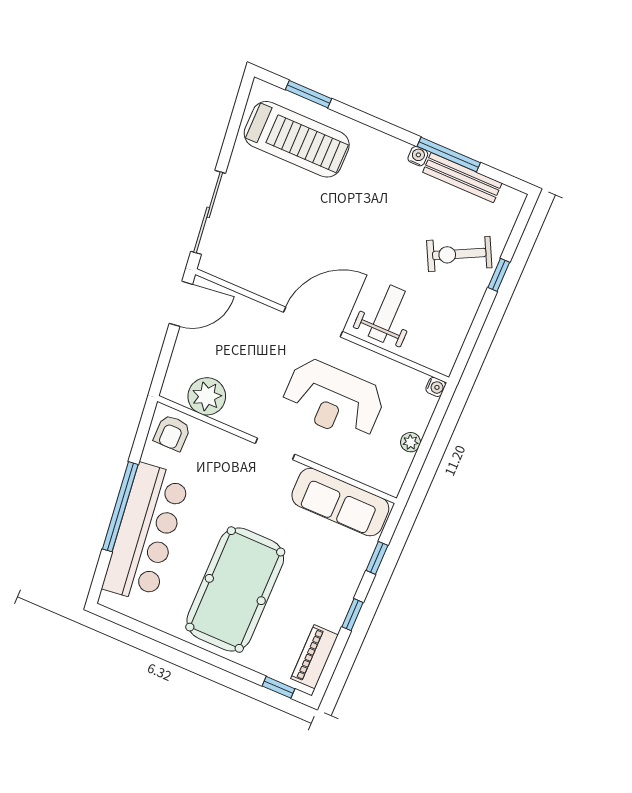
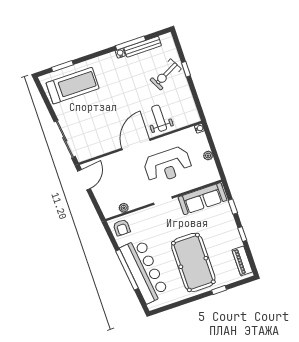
plant: (207, 396) -> (124, 208), width x0.53, depth x0.53
window: (278, 687) -> (219, 290), moved

